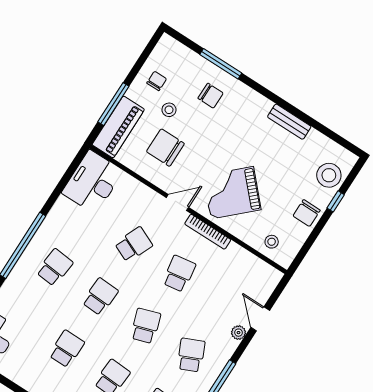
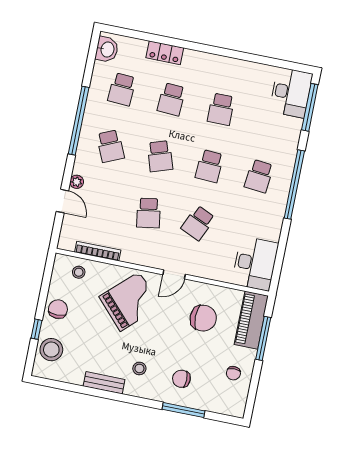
stool: (169, 110) -> (139, 368), moved
bookcase: (208, 232) -> (98, 251), moved

